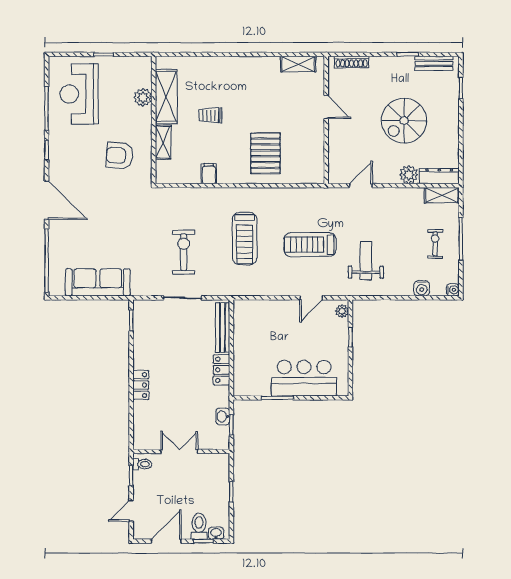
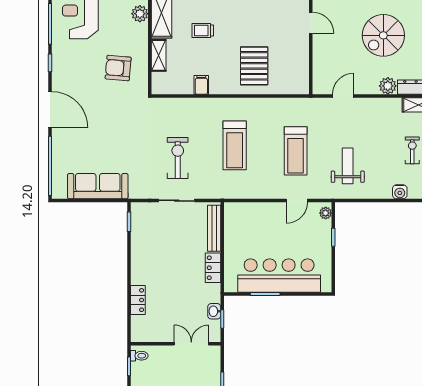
treadmill: (310, 245) -> (296, 151), turned -90
bar counter: (304, 378) -> (279, 276), width x1.36
locker: (141, 385) -> (138, 300), moved
double door: (179, 451) -> (191, 344), moved

